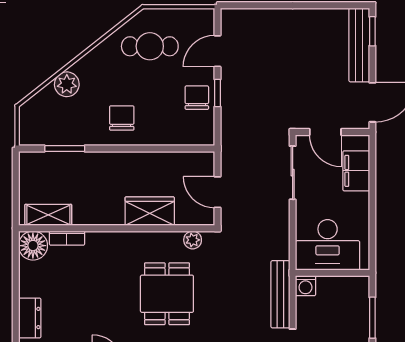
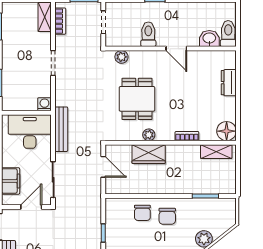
chair: (197, 98) -> (142, 213), moved
door: (325, 132) -> (31, 207), hinge flipped
bookcase: (67, 238) -> (187, 136), moved
plant: (193, 240) -> (149, 135), moved
bench: (280, 294) -> (61, 129), moved

